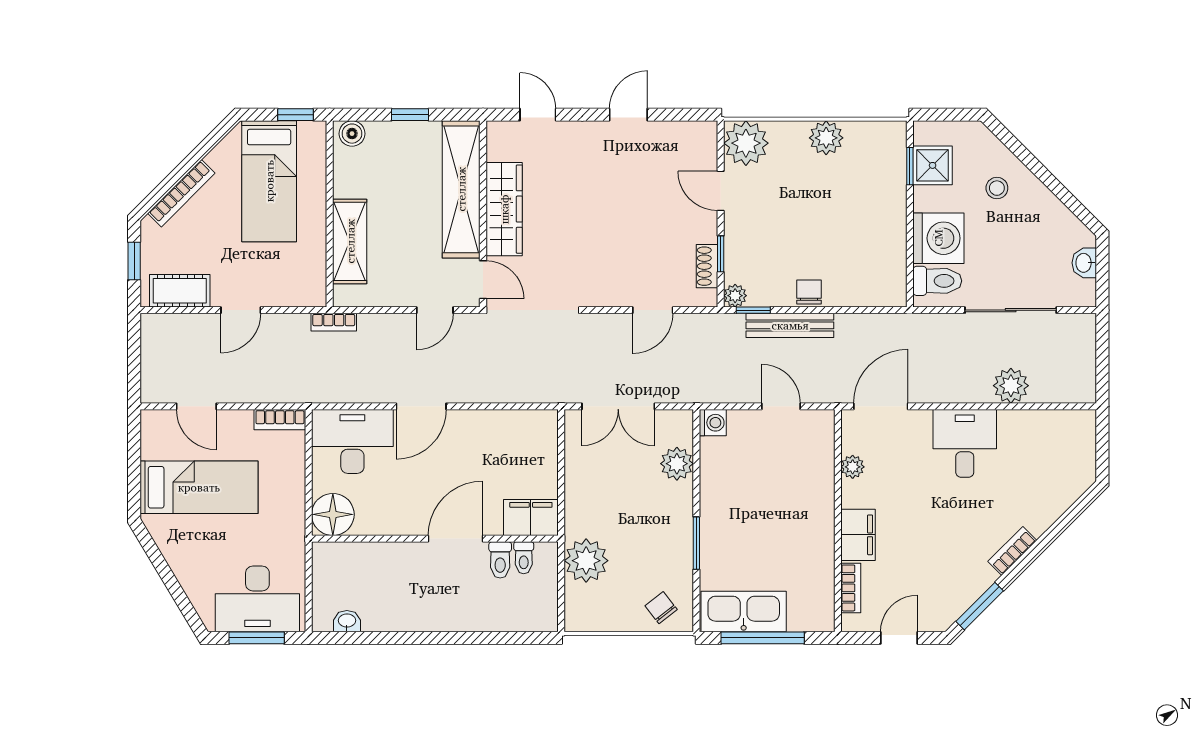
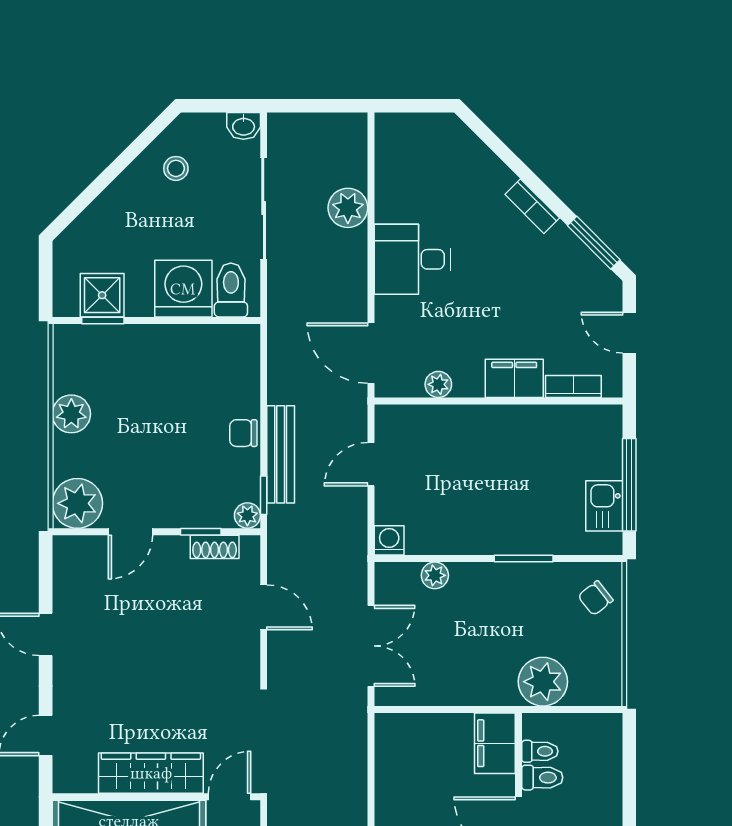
stool: (997, 188) -> (176, 168), moved
washbasin: (1084, 263) -> (244, 126), moved
plant: (677, 464) -> (435, 575), width x0.73, depth x0.73
kitchen sink: (744, 612) -> (604, 506), width x0.53, depth x0.81

